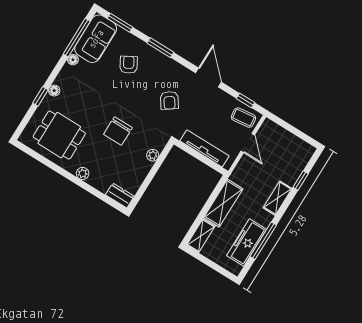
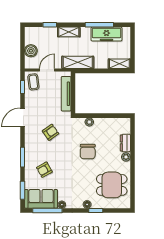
chair: (118, 131) -> (88, 152), turned 90
dining table: (59, 135) -> (112, 185), turned 90
boiler: (283, 138) -> (31, 51), added
dresser: (120, 196) -> (125, 143), moved
shelving: (223, 203) -> (78, 62), moved

